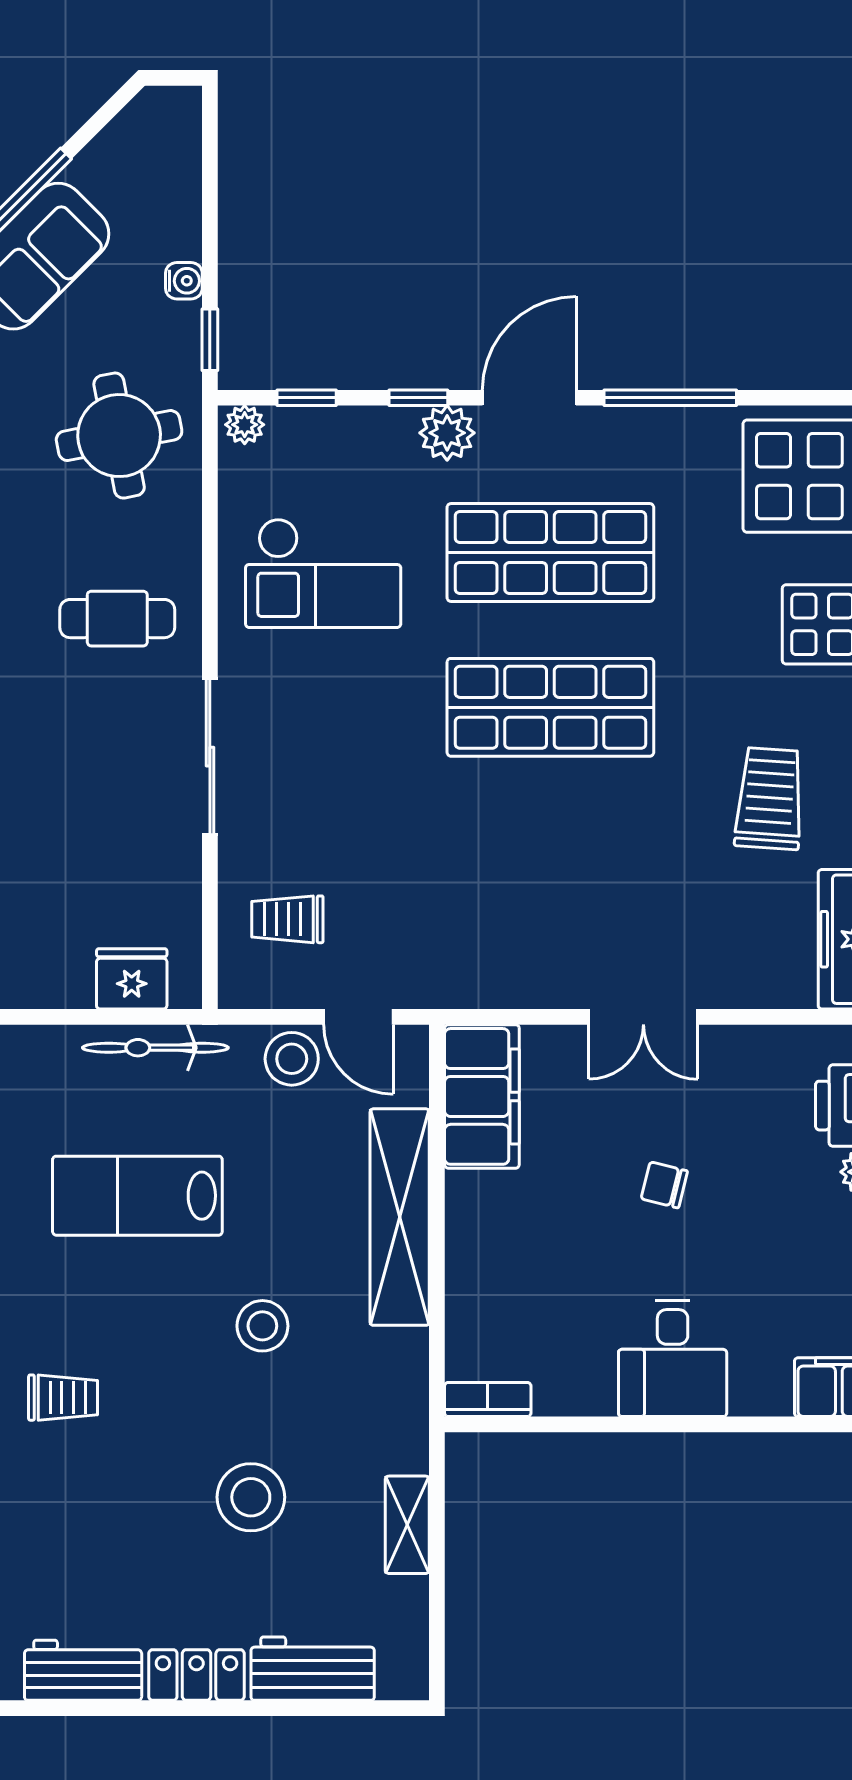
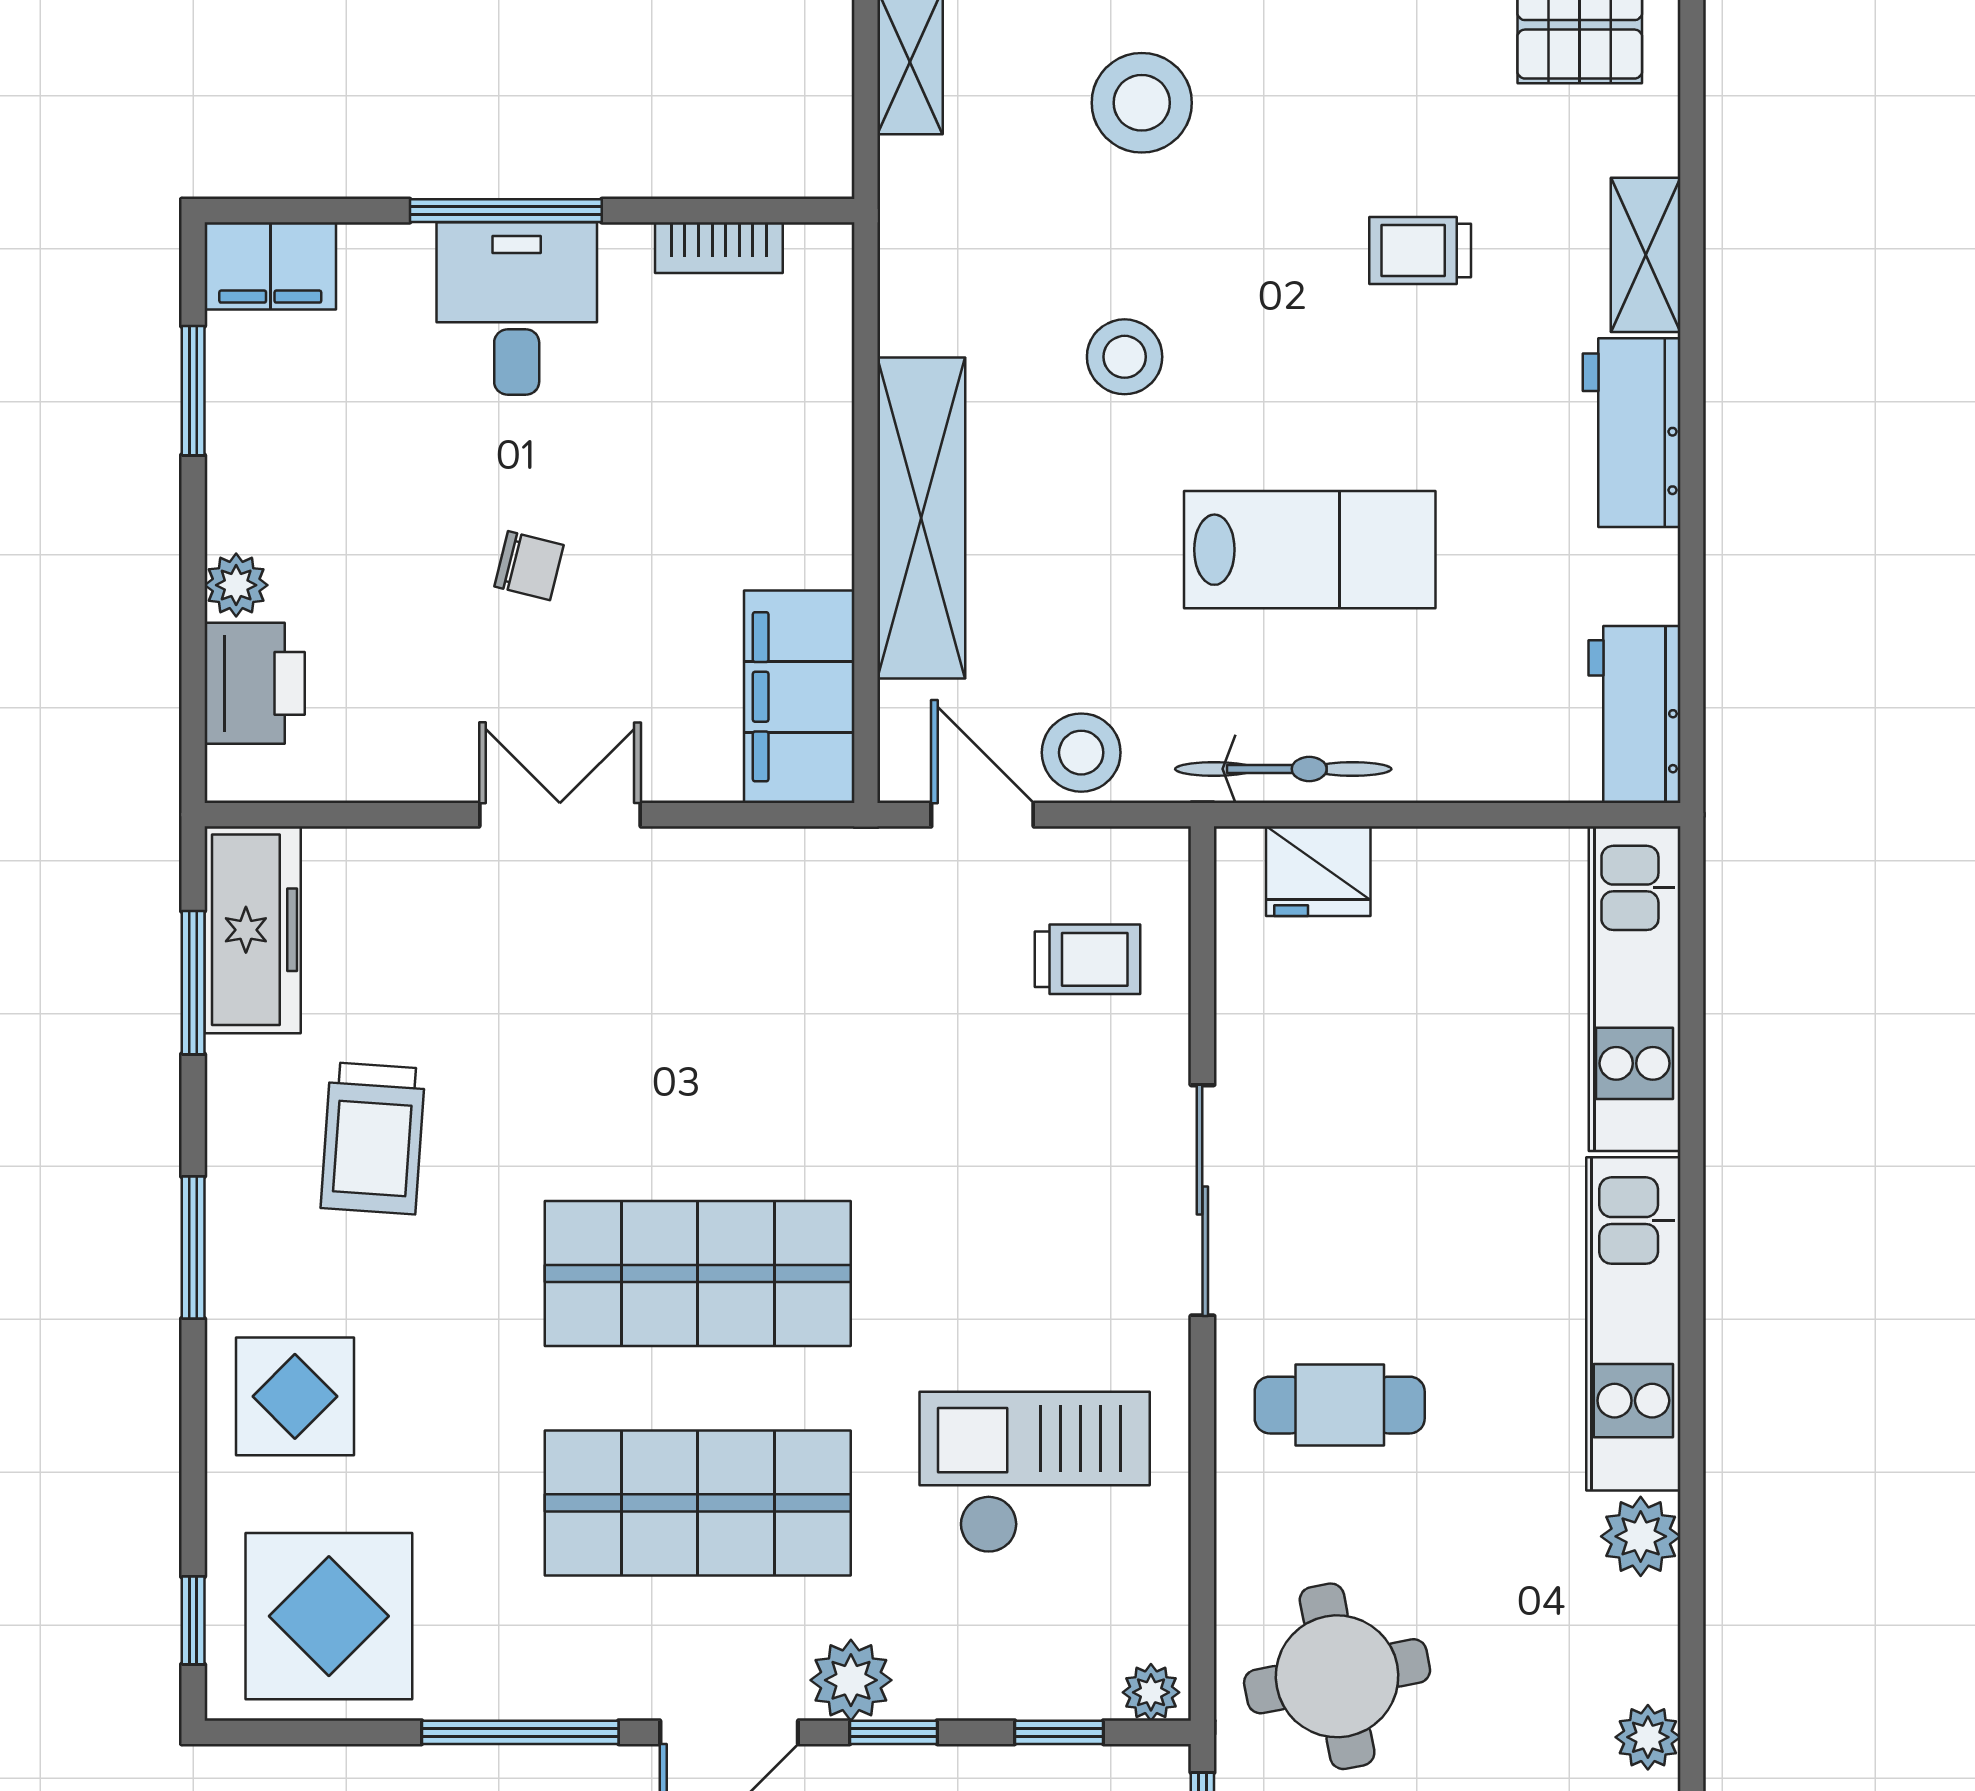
bookcase: (488, 1399) -> (719, 248), moved
window: (680, 1424) -> (506, 211), added

